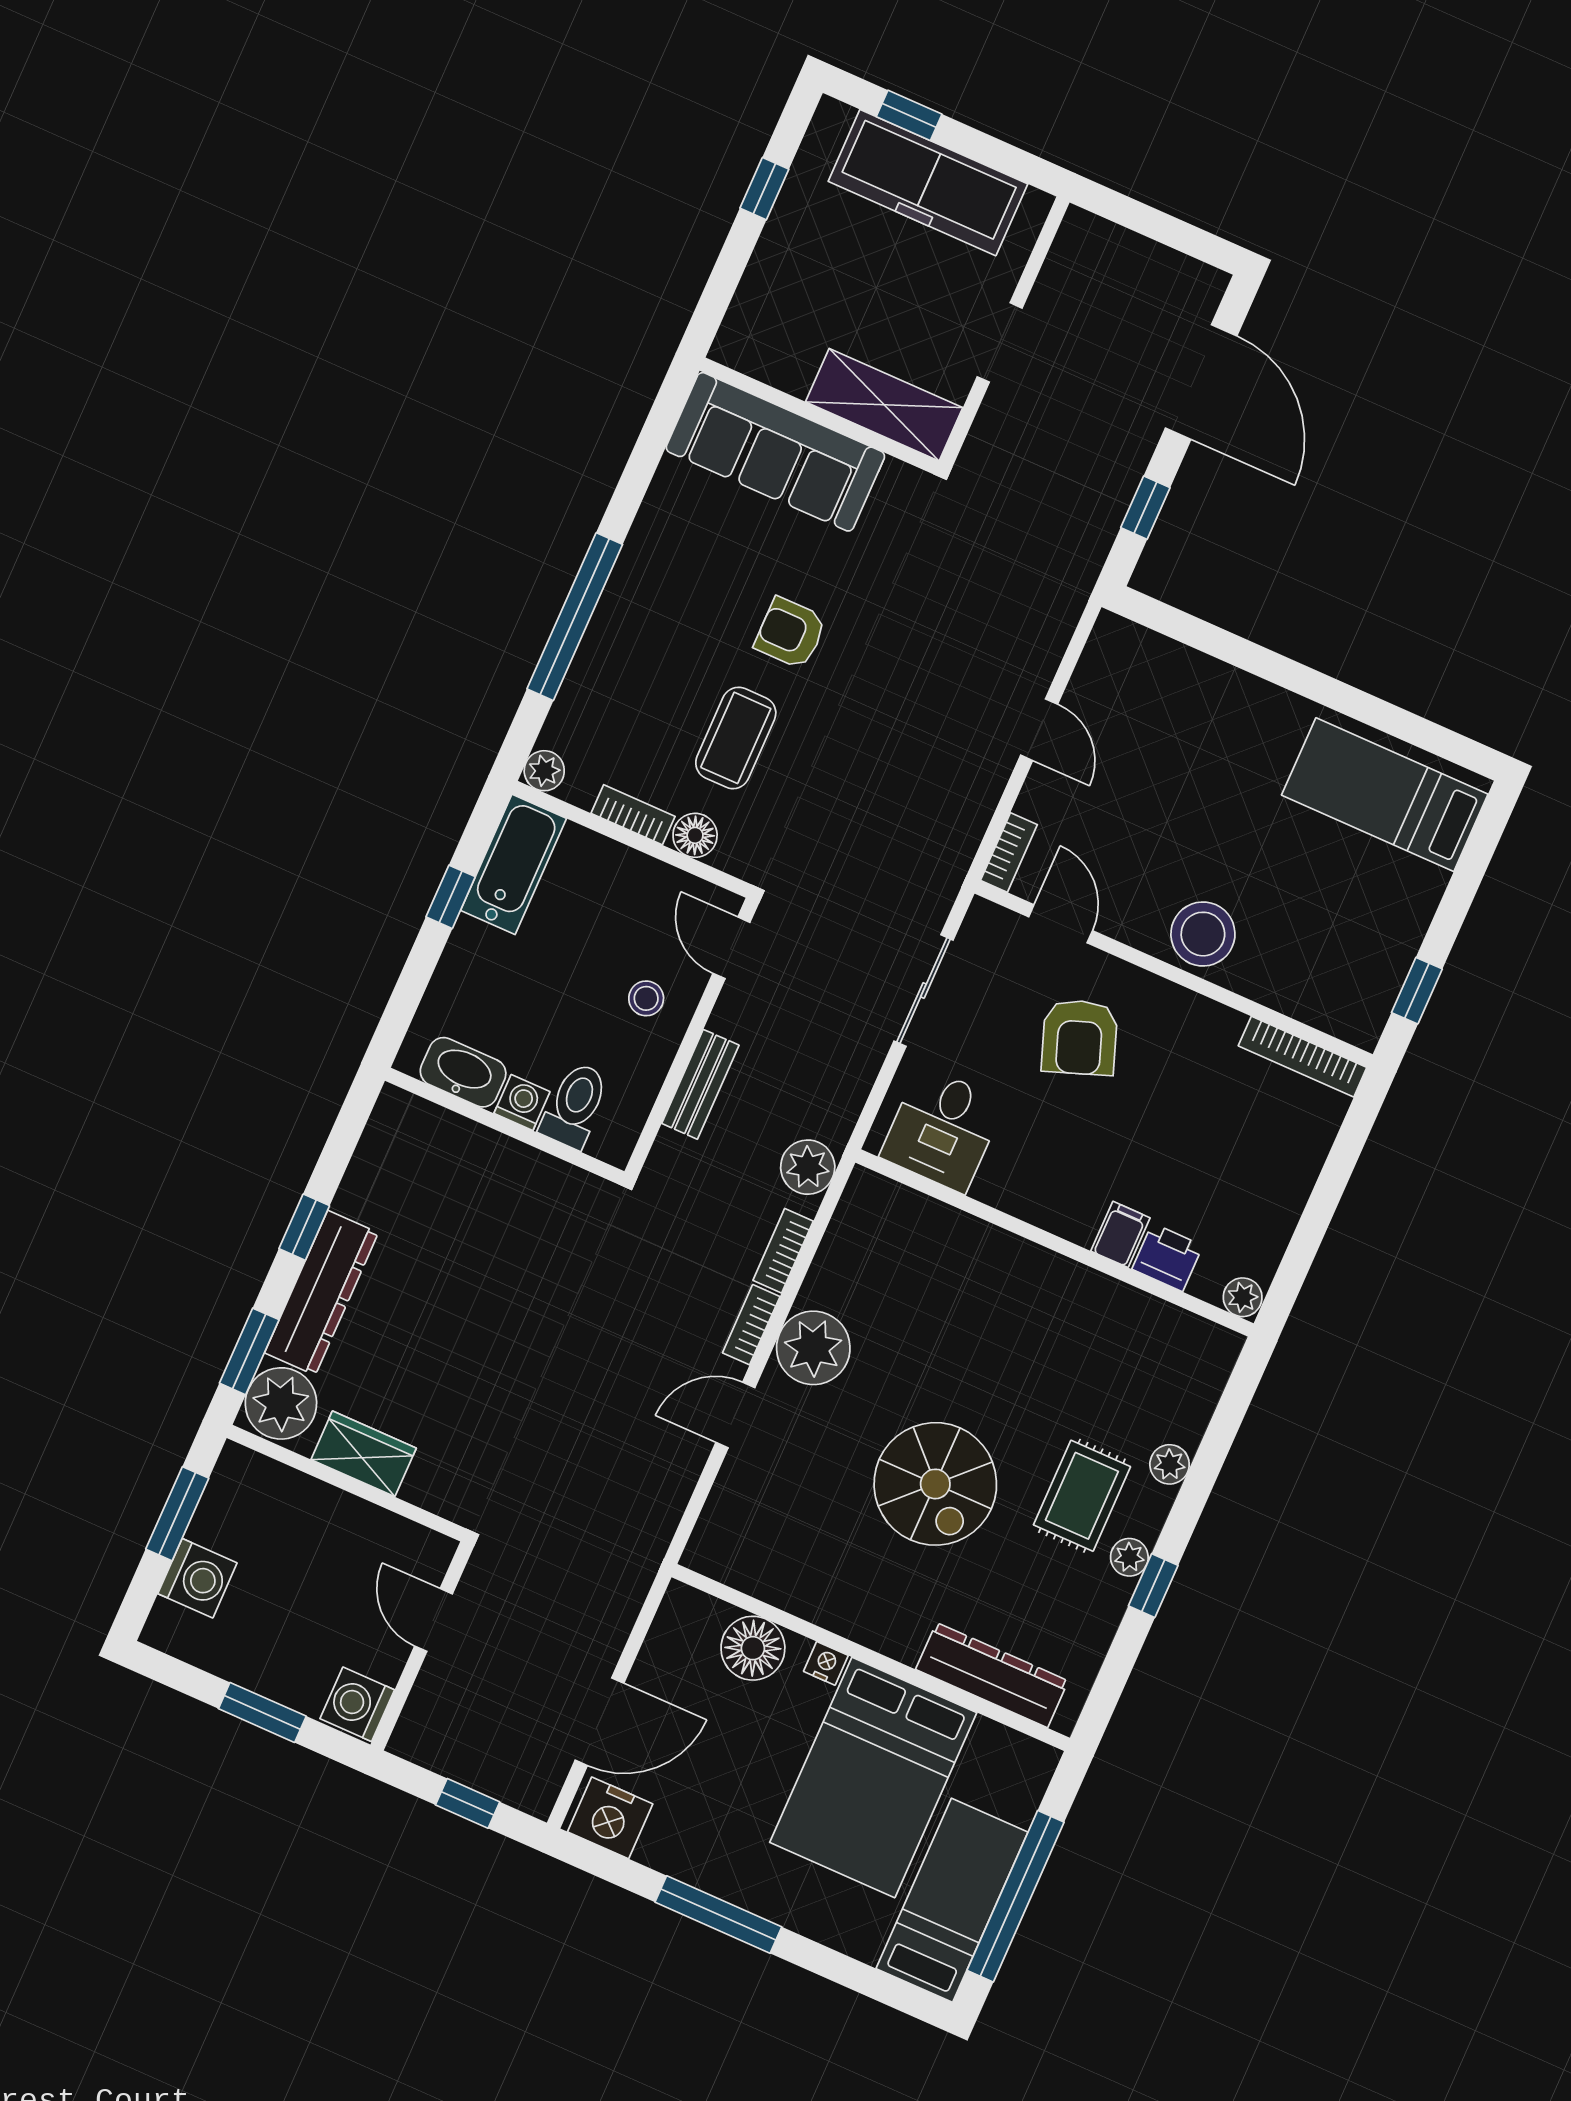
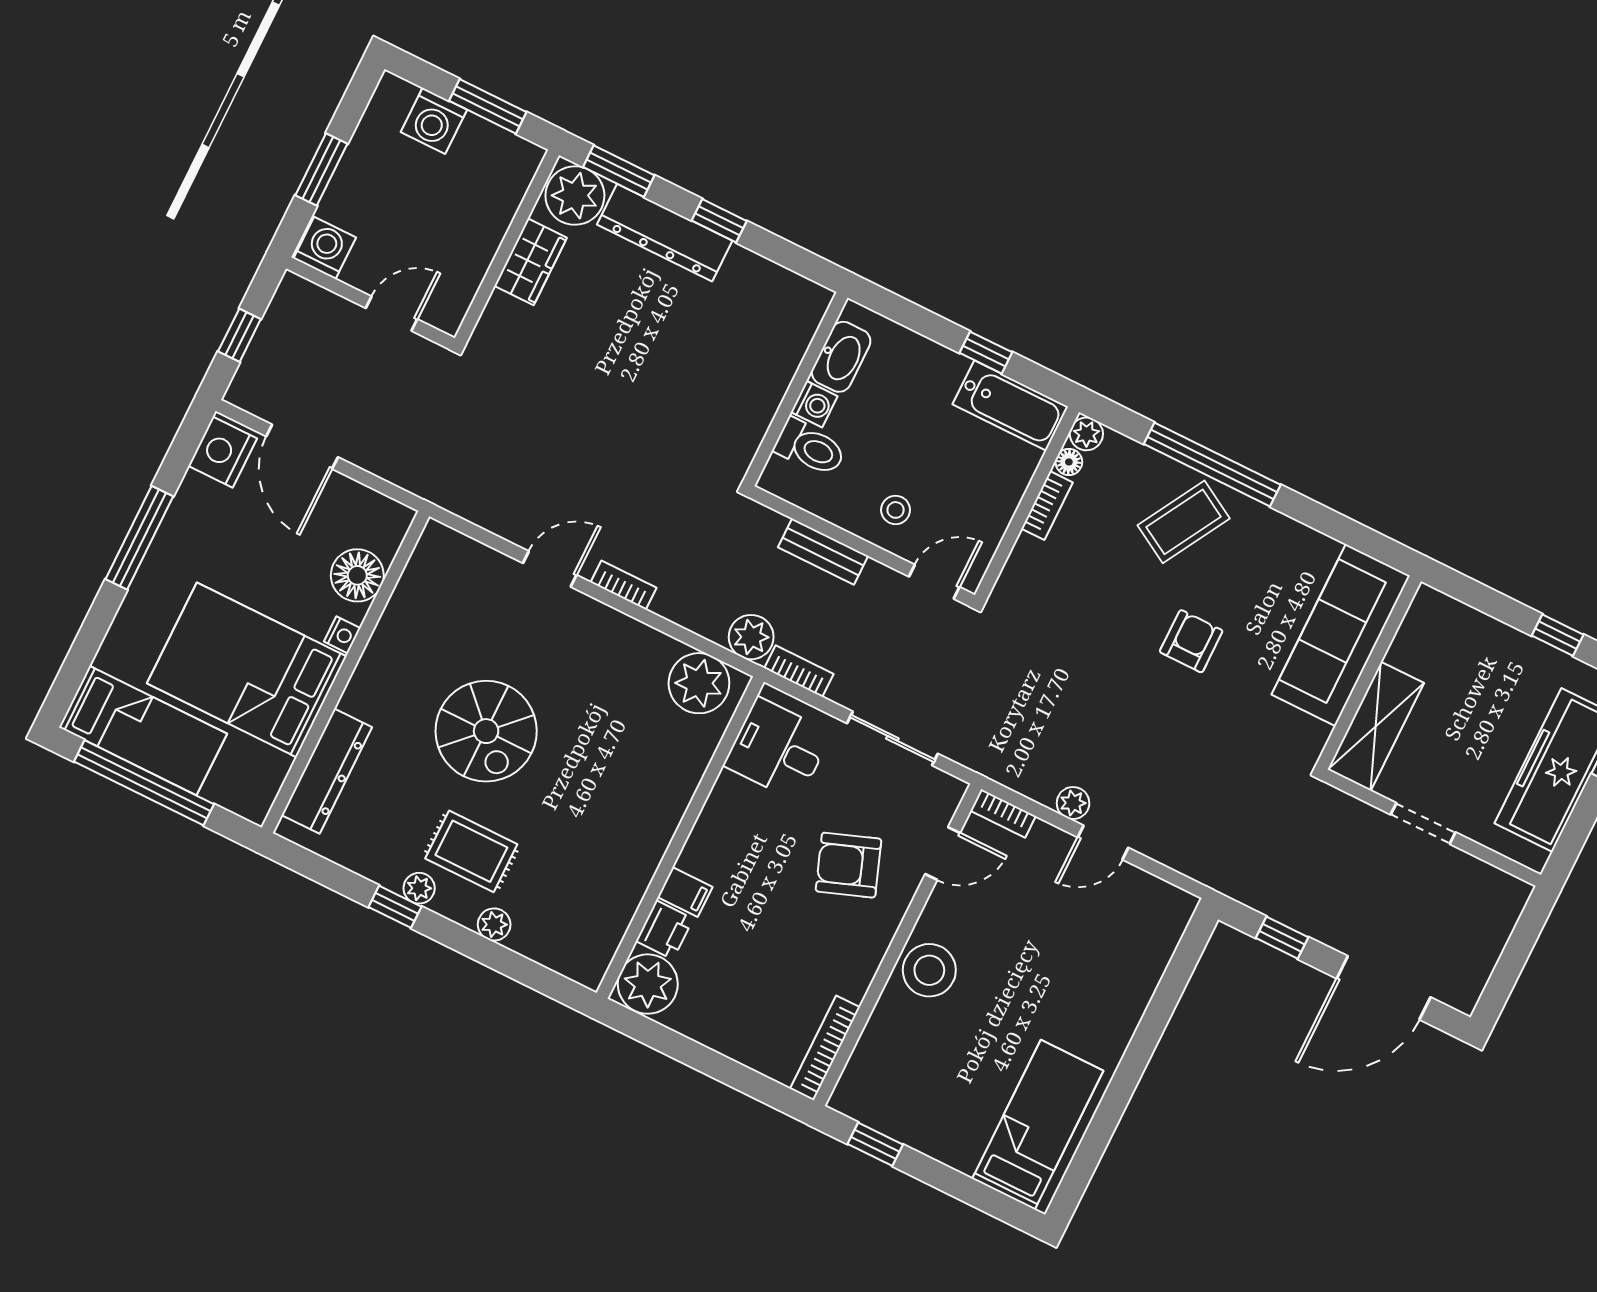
coffee table: (736, 738) -> (1184, 522), moved, turned -60
plant: (993, 768) -> (1073, 803), added
floor lamp: (695, 835) -> (1069, 462), moved, width x0.73, depth x0.73
bookcase: (783, 1251) -> (799, 671), moved
plant: (1243, 1297) -> (648, 984), width x1.88, depth x1.88
plant: (813, 1348) -> (699, 683), moved
door: (735, 1415) -> (550, 569), hinge flipped
spiral stairs: (935, 1484) -> (486, 731), turned -90

